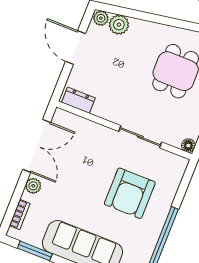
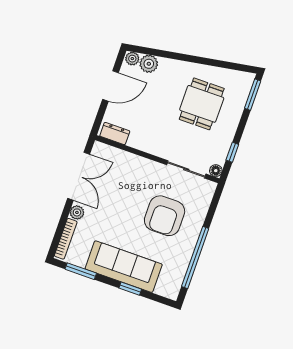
door: (76, 48) -> (110, 86), swing flipped
sliding door: (140, 137) -> (186, 169), moved
bookcase: (20, 214) -> (66, 239), width x1.56

